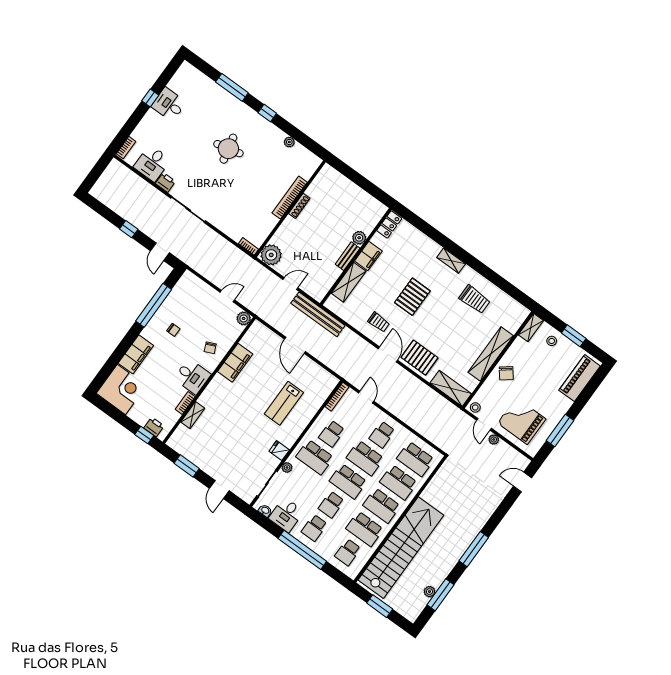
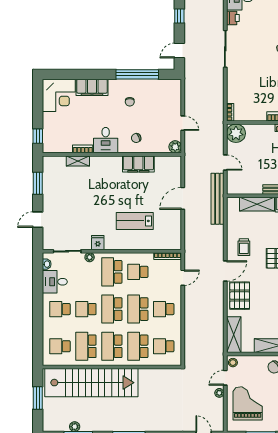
printer: (154, 427) -> (49, 139), removed
school desk: (415, 459) -> (164, 346), width x0.54
window: (302, 550) -> (38, 312), removed

